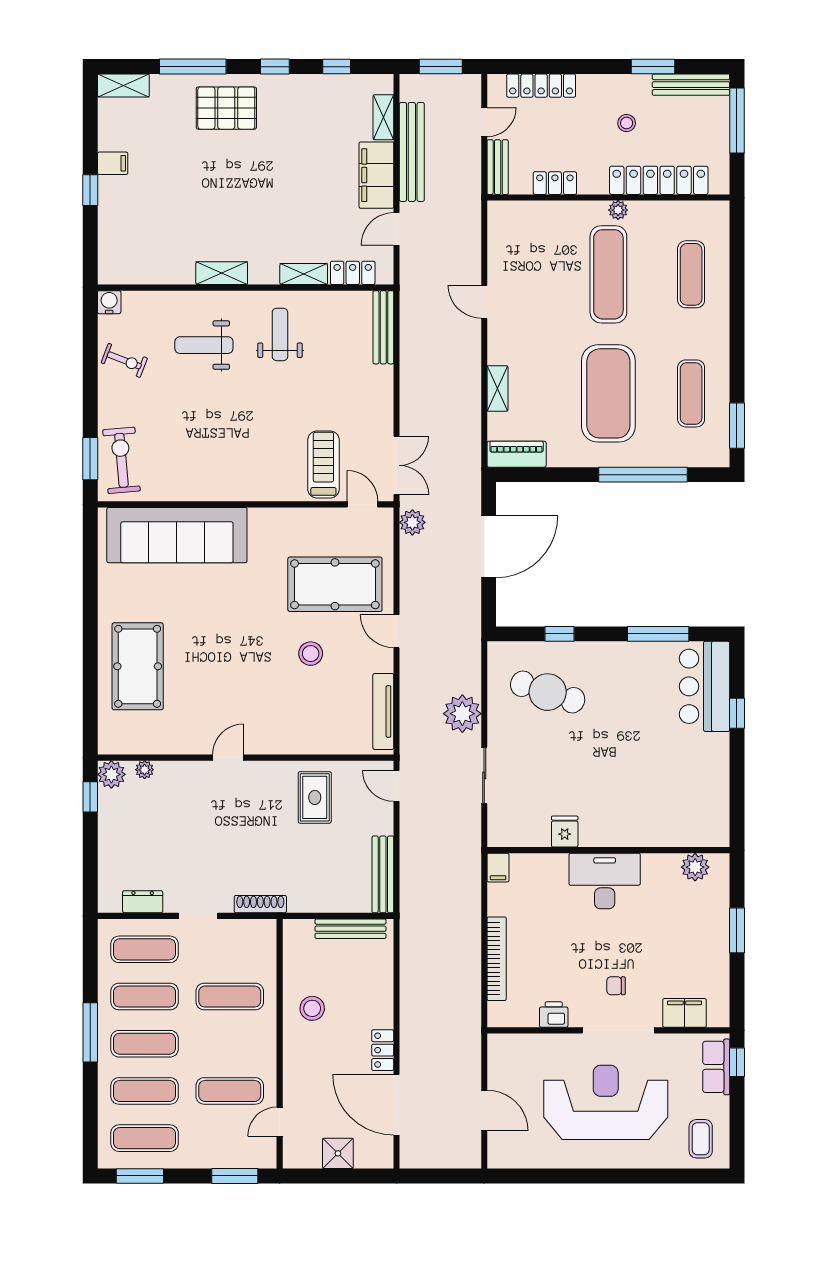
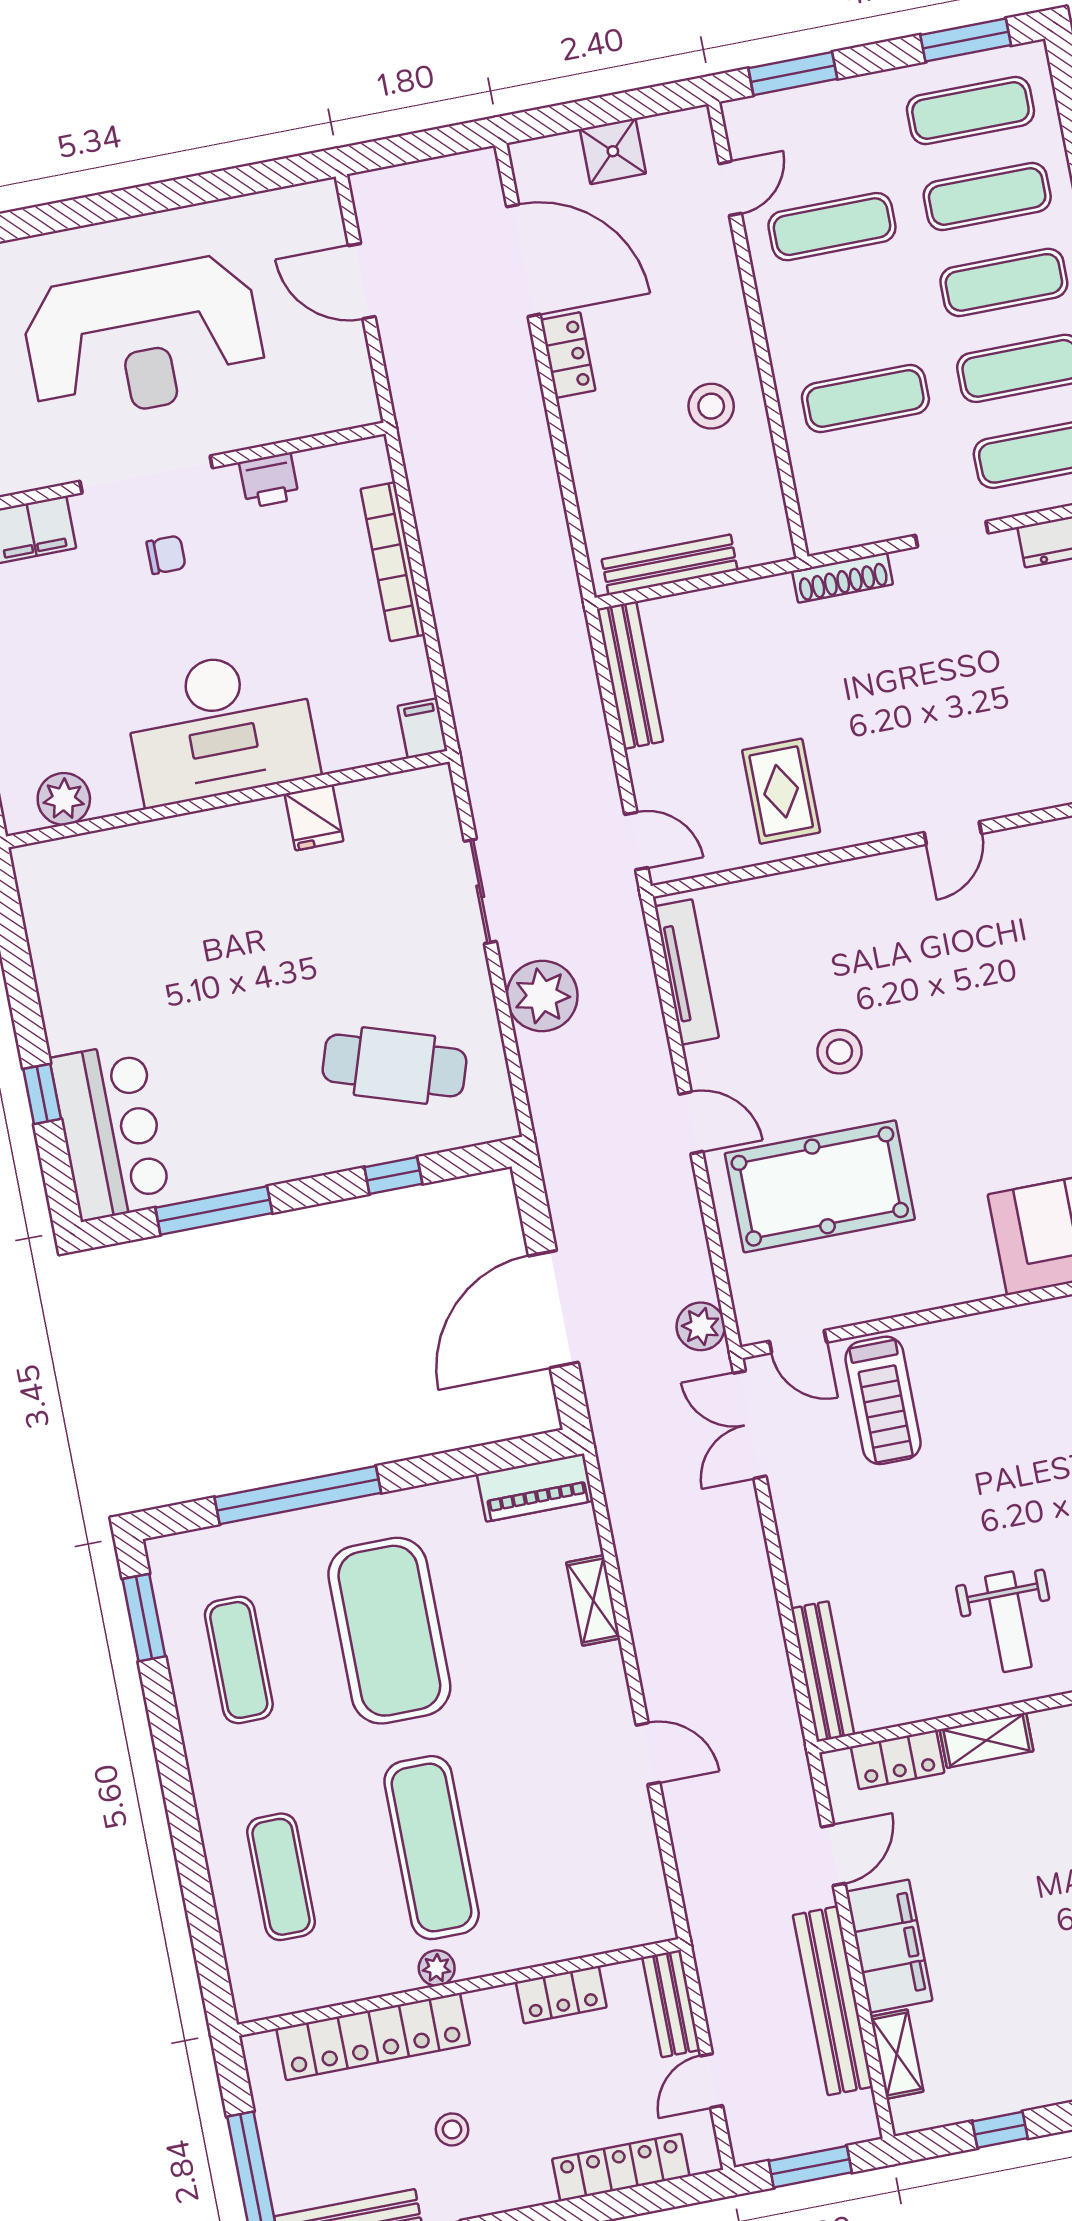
desk: (605, 881) -> (221, 726), width x1.36, depth x1.30

